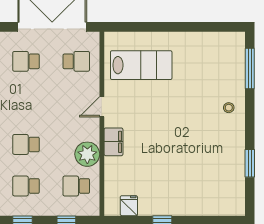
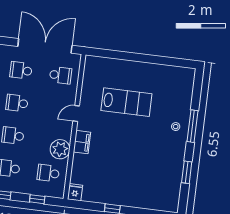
lab bench: (141, 65) -> (126, 102), moved
window: (250, 68) -> (192, 126), moved
school desk: (26, 103) -> (17, 103), added
fridge: (129, 206) -> (75, 192), moved

